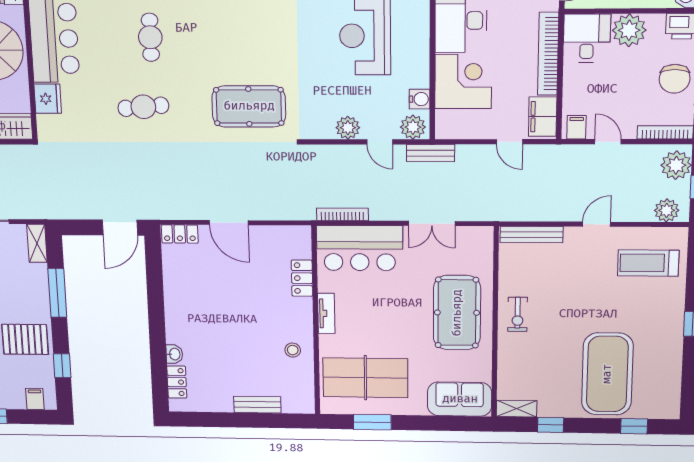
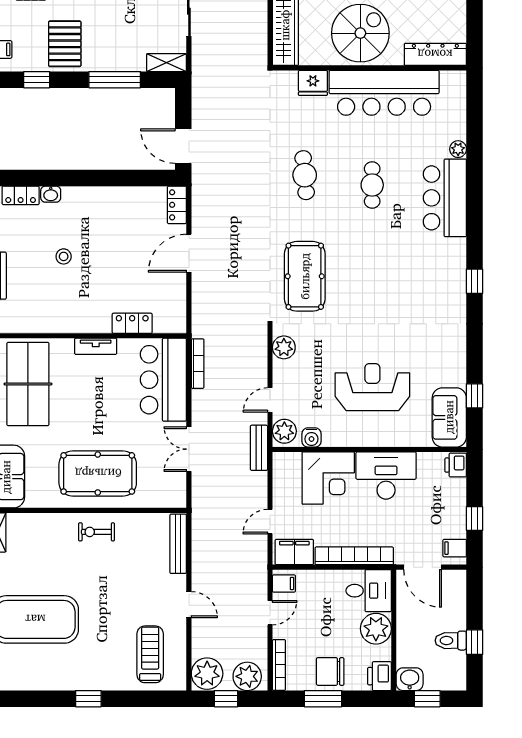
cafe table: (150, 37) -> (372, 185), turned 90
plant: (348, 128) -> (284, 347), moved
plant: (667, 210) -> (207, 674), width x1.36, depth x1.36
stool: (293, 350) -> (64, 256), moved

